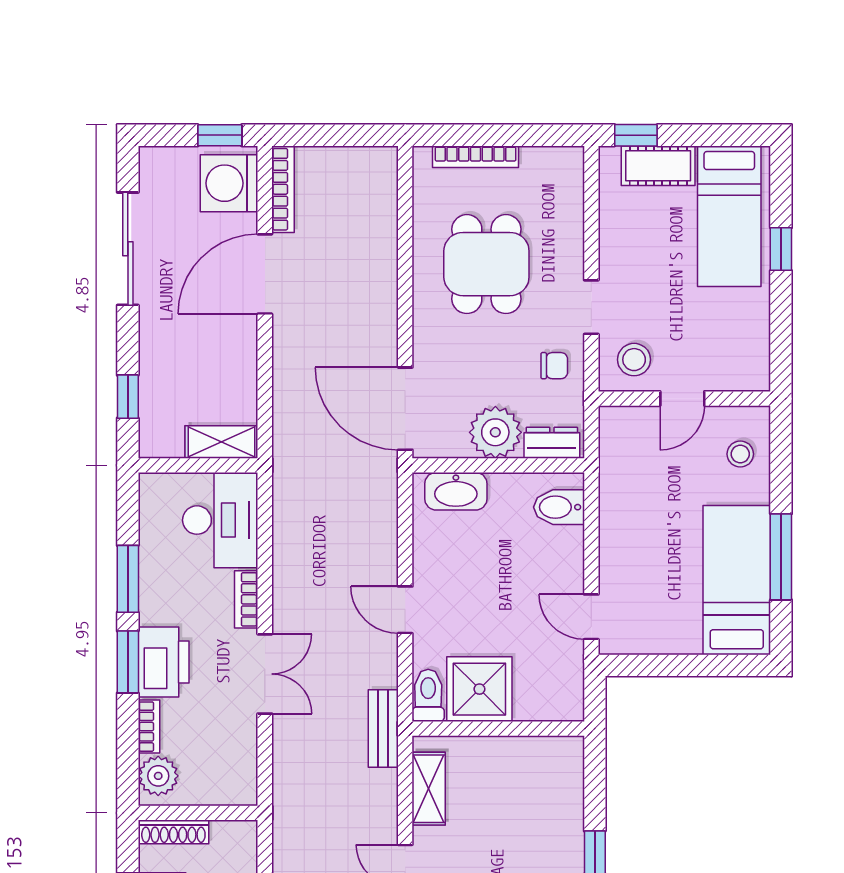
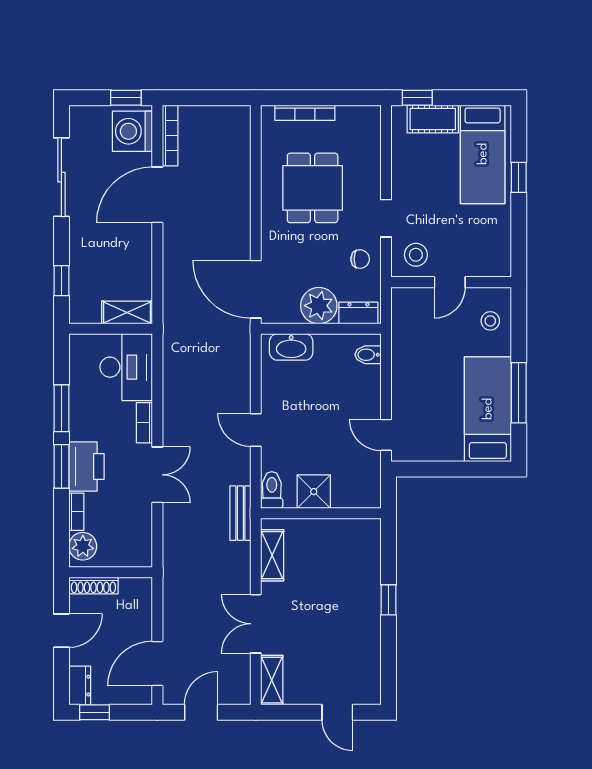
bidet: (559, 507) -> (368, 355), width x0.72, depth x0.74
shower: (479, 689) -> (314, 492), width x0.73, depth x0.73

